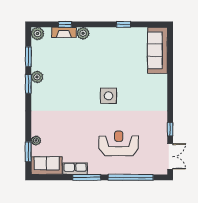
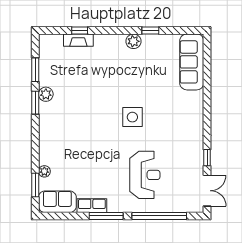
plant: (83, 33) -> (133, 41), moved
plant: (37, 34) -> (46, 42), removed
reception desk: (119, 143) -> (145, 175), turned 90

